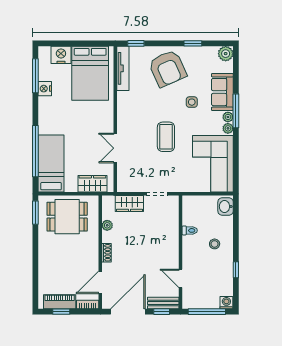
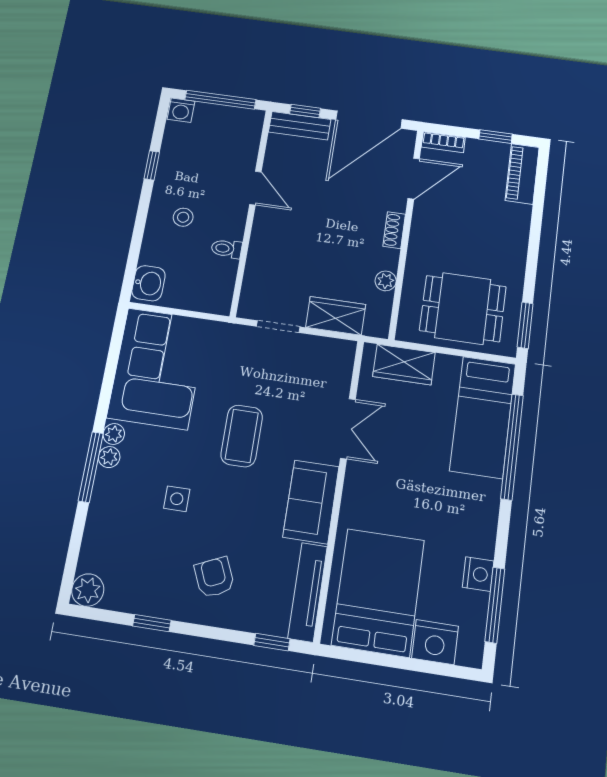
armchair: (167, 68) -> (214, 577), width x0.53, depth x0.53
sofa: (222, 92) -> (311, 502), moved, turned 180
door: (180, 278) -> (255, 188), moved
piano: (60, 302) -> (522, 174), moved, turned 90

